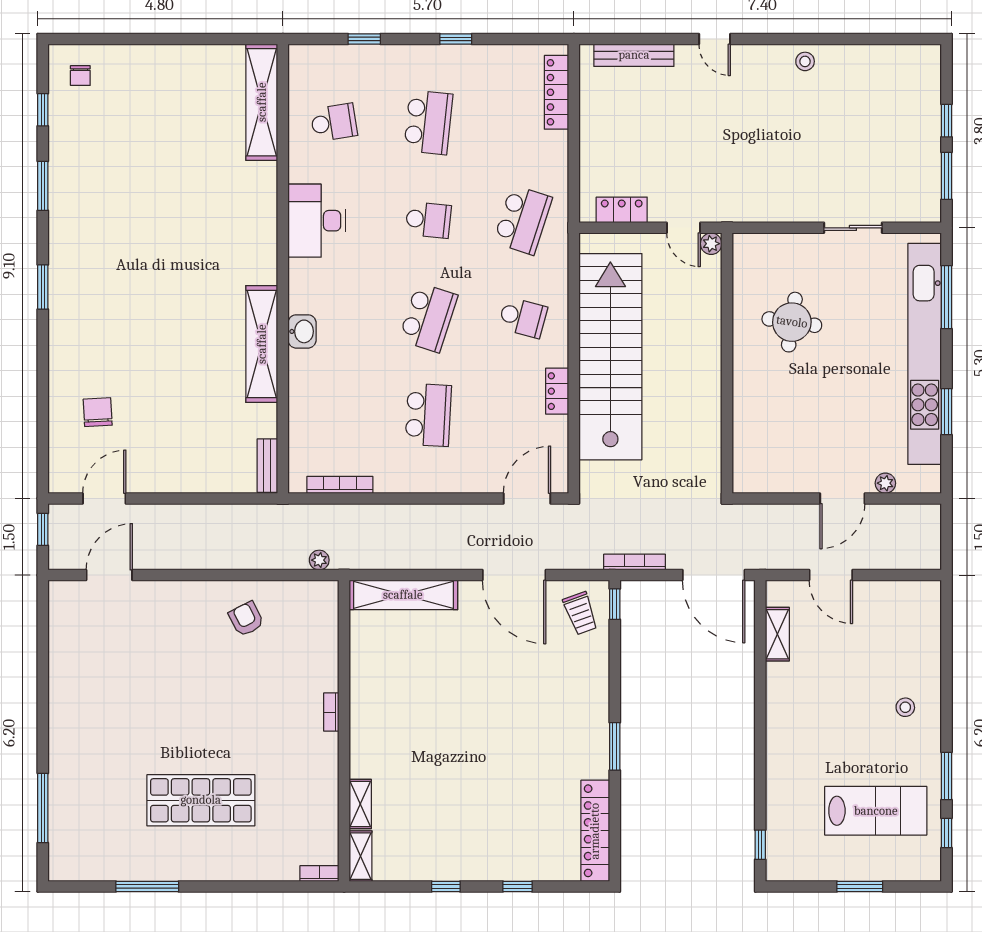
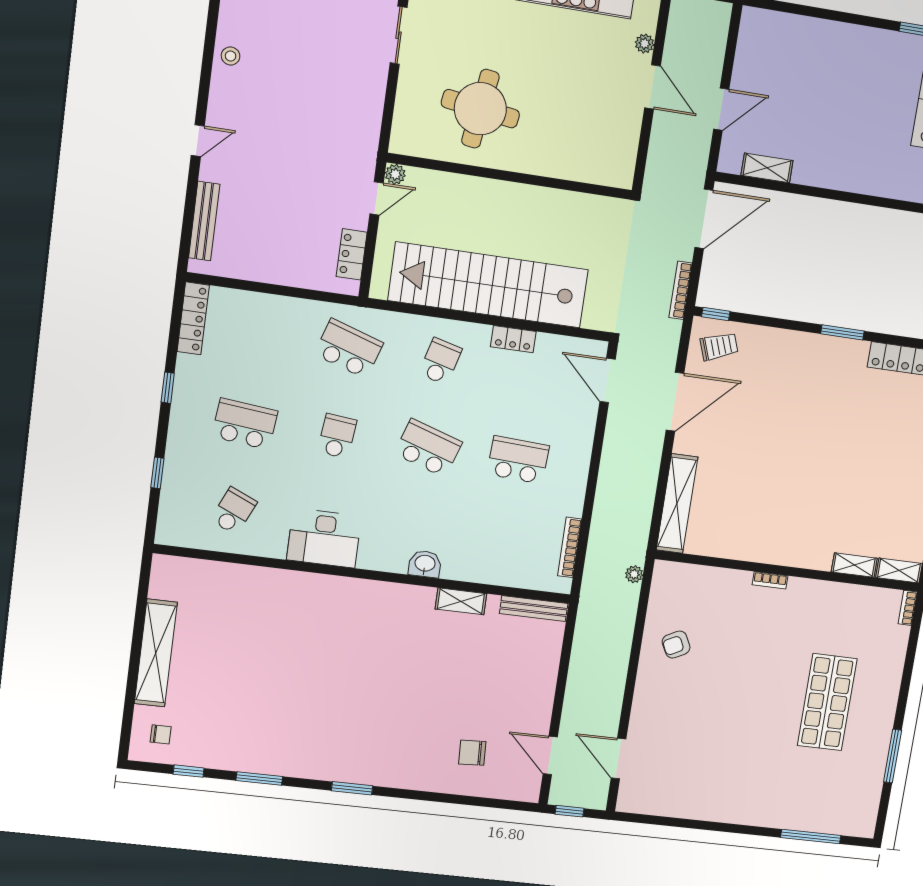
locker: (556, 92) -> (193, 318), moved, turned -90
shelving: (262, 102) -> (156, 653), moved, turned 90
school desk: (334, 122) -> (234, 511), turned 33
round table: (792, 322) -> (480, 109), width x1.36, depth x1.36
shelving: (262, 344) -> (461, 601), width x0.45, depth x0.75
bench: (267, 466) -> (534, 609), width x1.36
stool: (905, 707) -> (853, 59), removed

